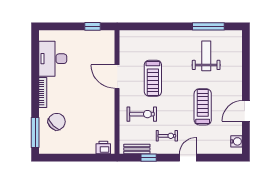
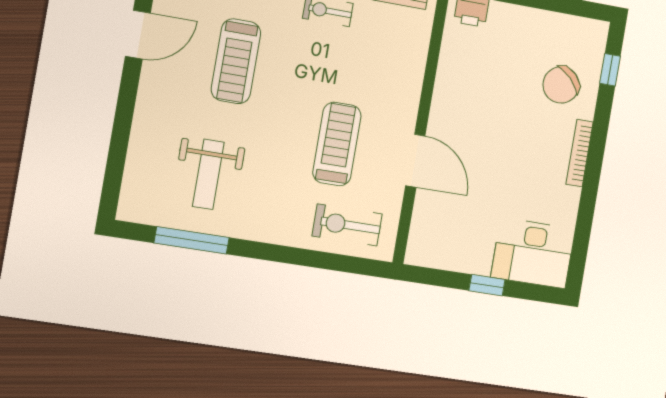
window: (92, 26) -> (487, 285), moved
desk: (53, 59) -> (533, 253), moved, turned 90
exercise bike: (142, 114) -> (347, 225), moved
window: (35, 132) -> (610, 70), width x0.46

